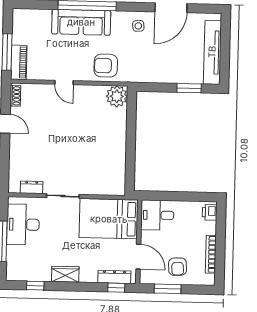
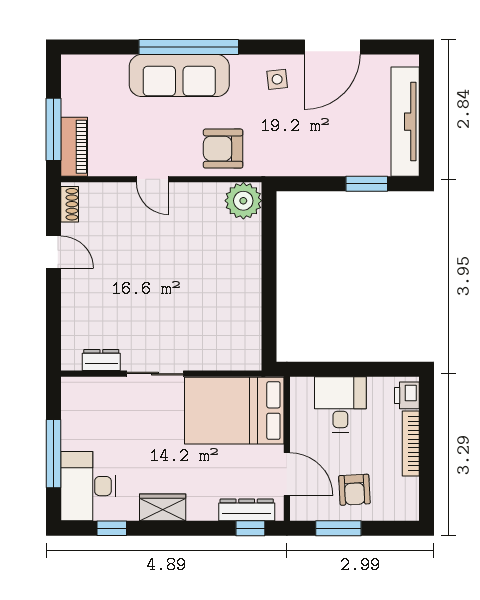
desk: (157, 215) -> (340, 404), moved, turned 90
desk: (23, 224) -> (88, 486), moved
bookcase: (211, 254) -> (411, 443), moved

